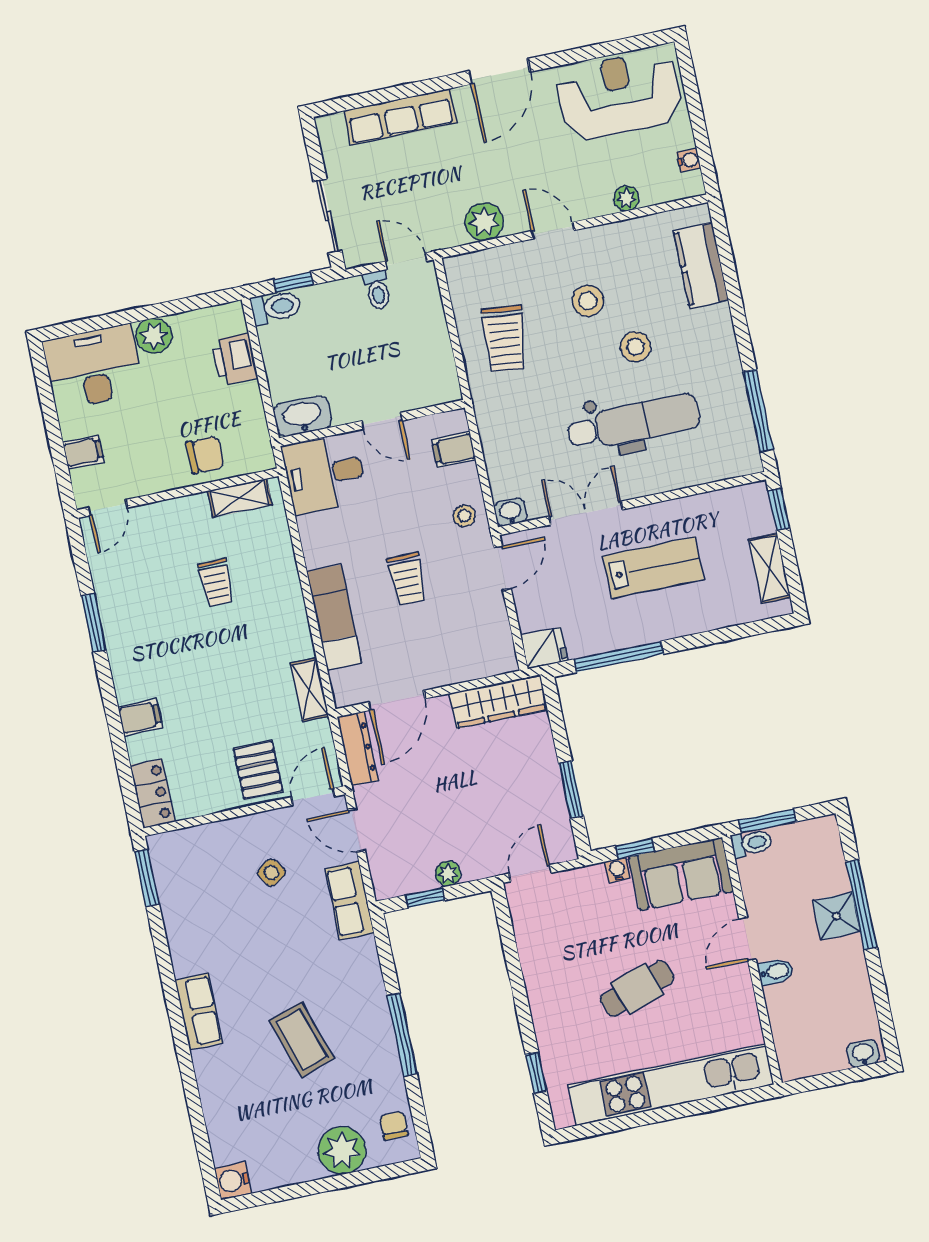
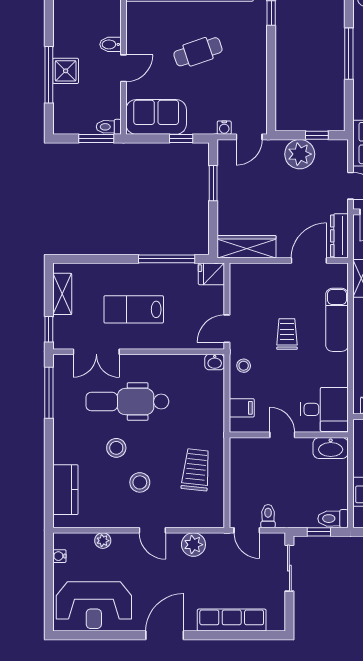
double door: (586, 513) -> (96, 352), moved
water cooler: (617, 870) -> (224, 128), moved
plant: (448, 873) -> (300, 154), width x1.88, depth x1.88

